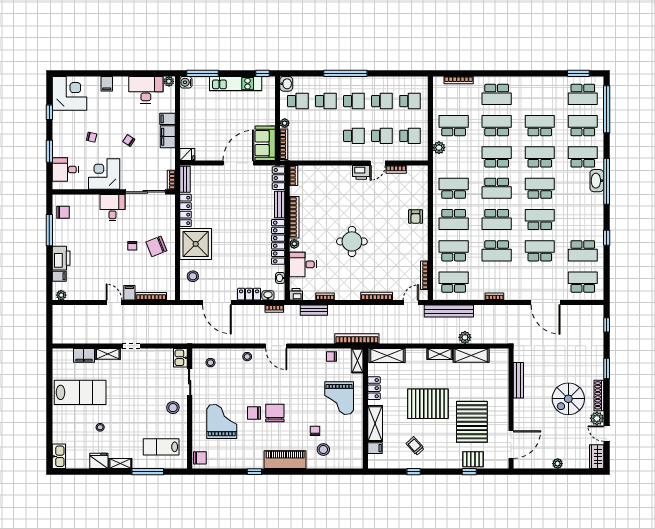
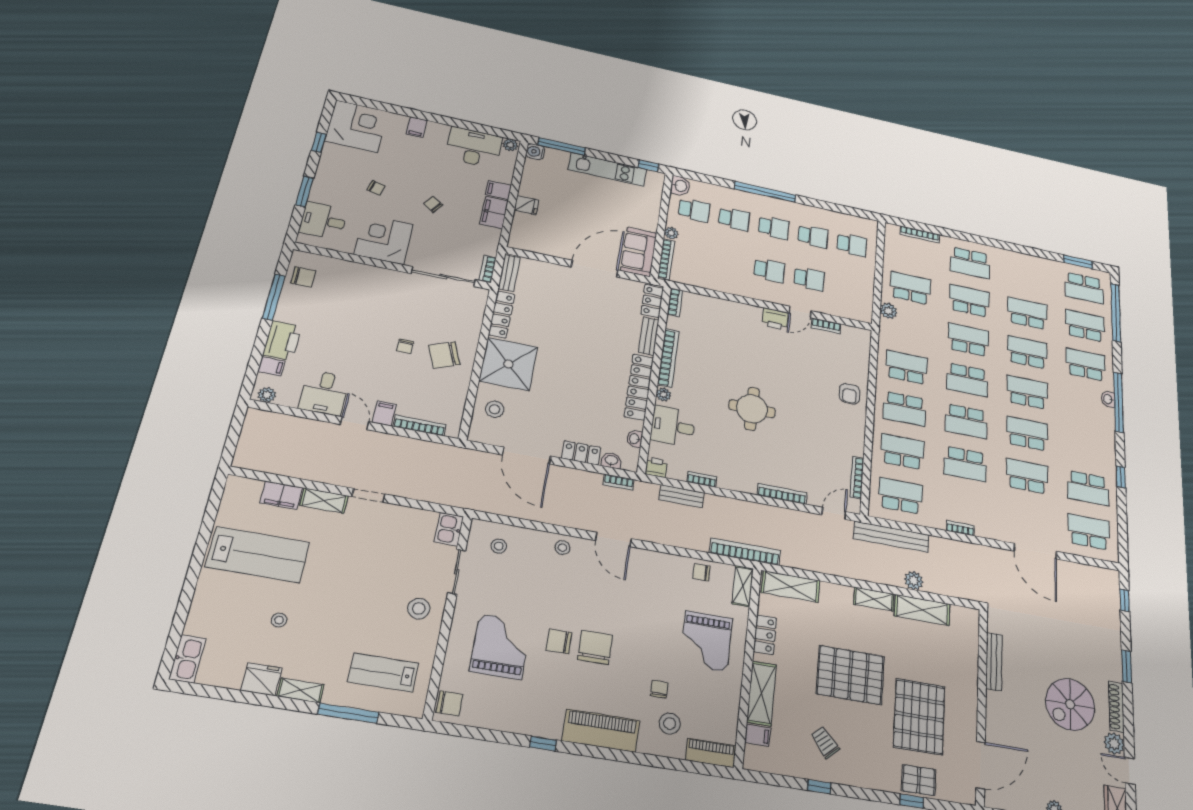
school desk: (410, 136) -> (849, 287), removed
fridge: (187, 154) -> (527, 205), moved
washbasin: (597, 181) -> (1108, 399), width x0.52, depth x0.69
desk: (112, 208) -> (324, 393), moved, turned 180
piano: (349, 462) -> (711, 753), added

